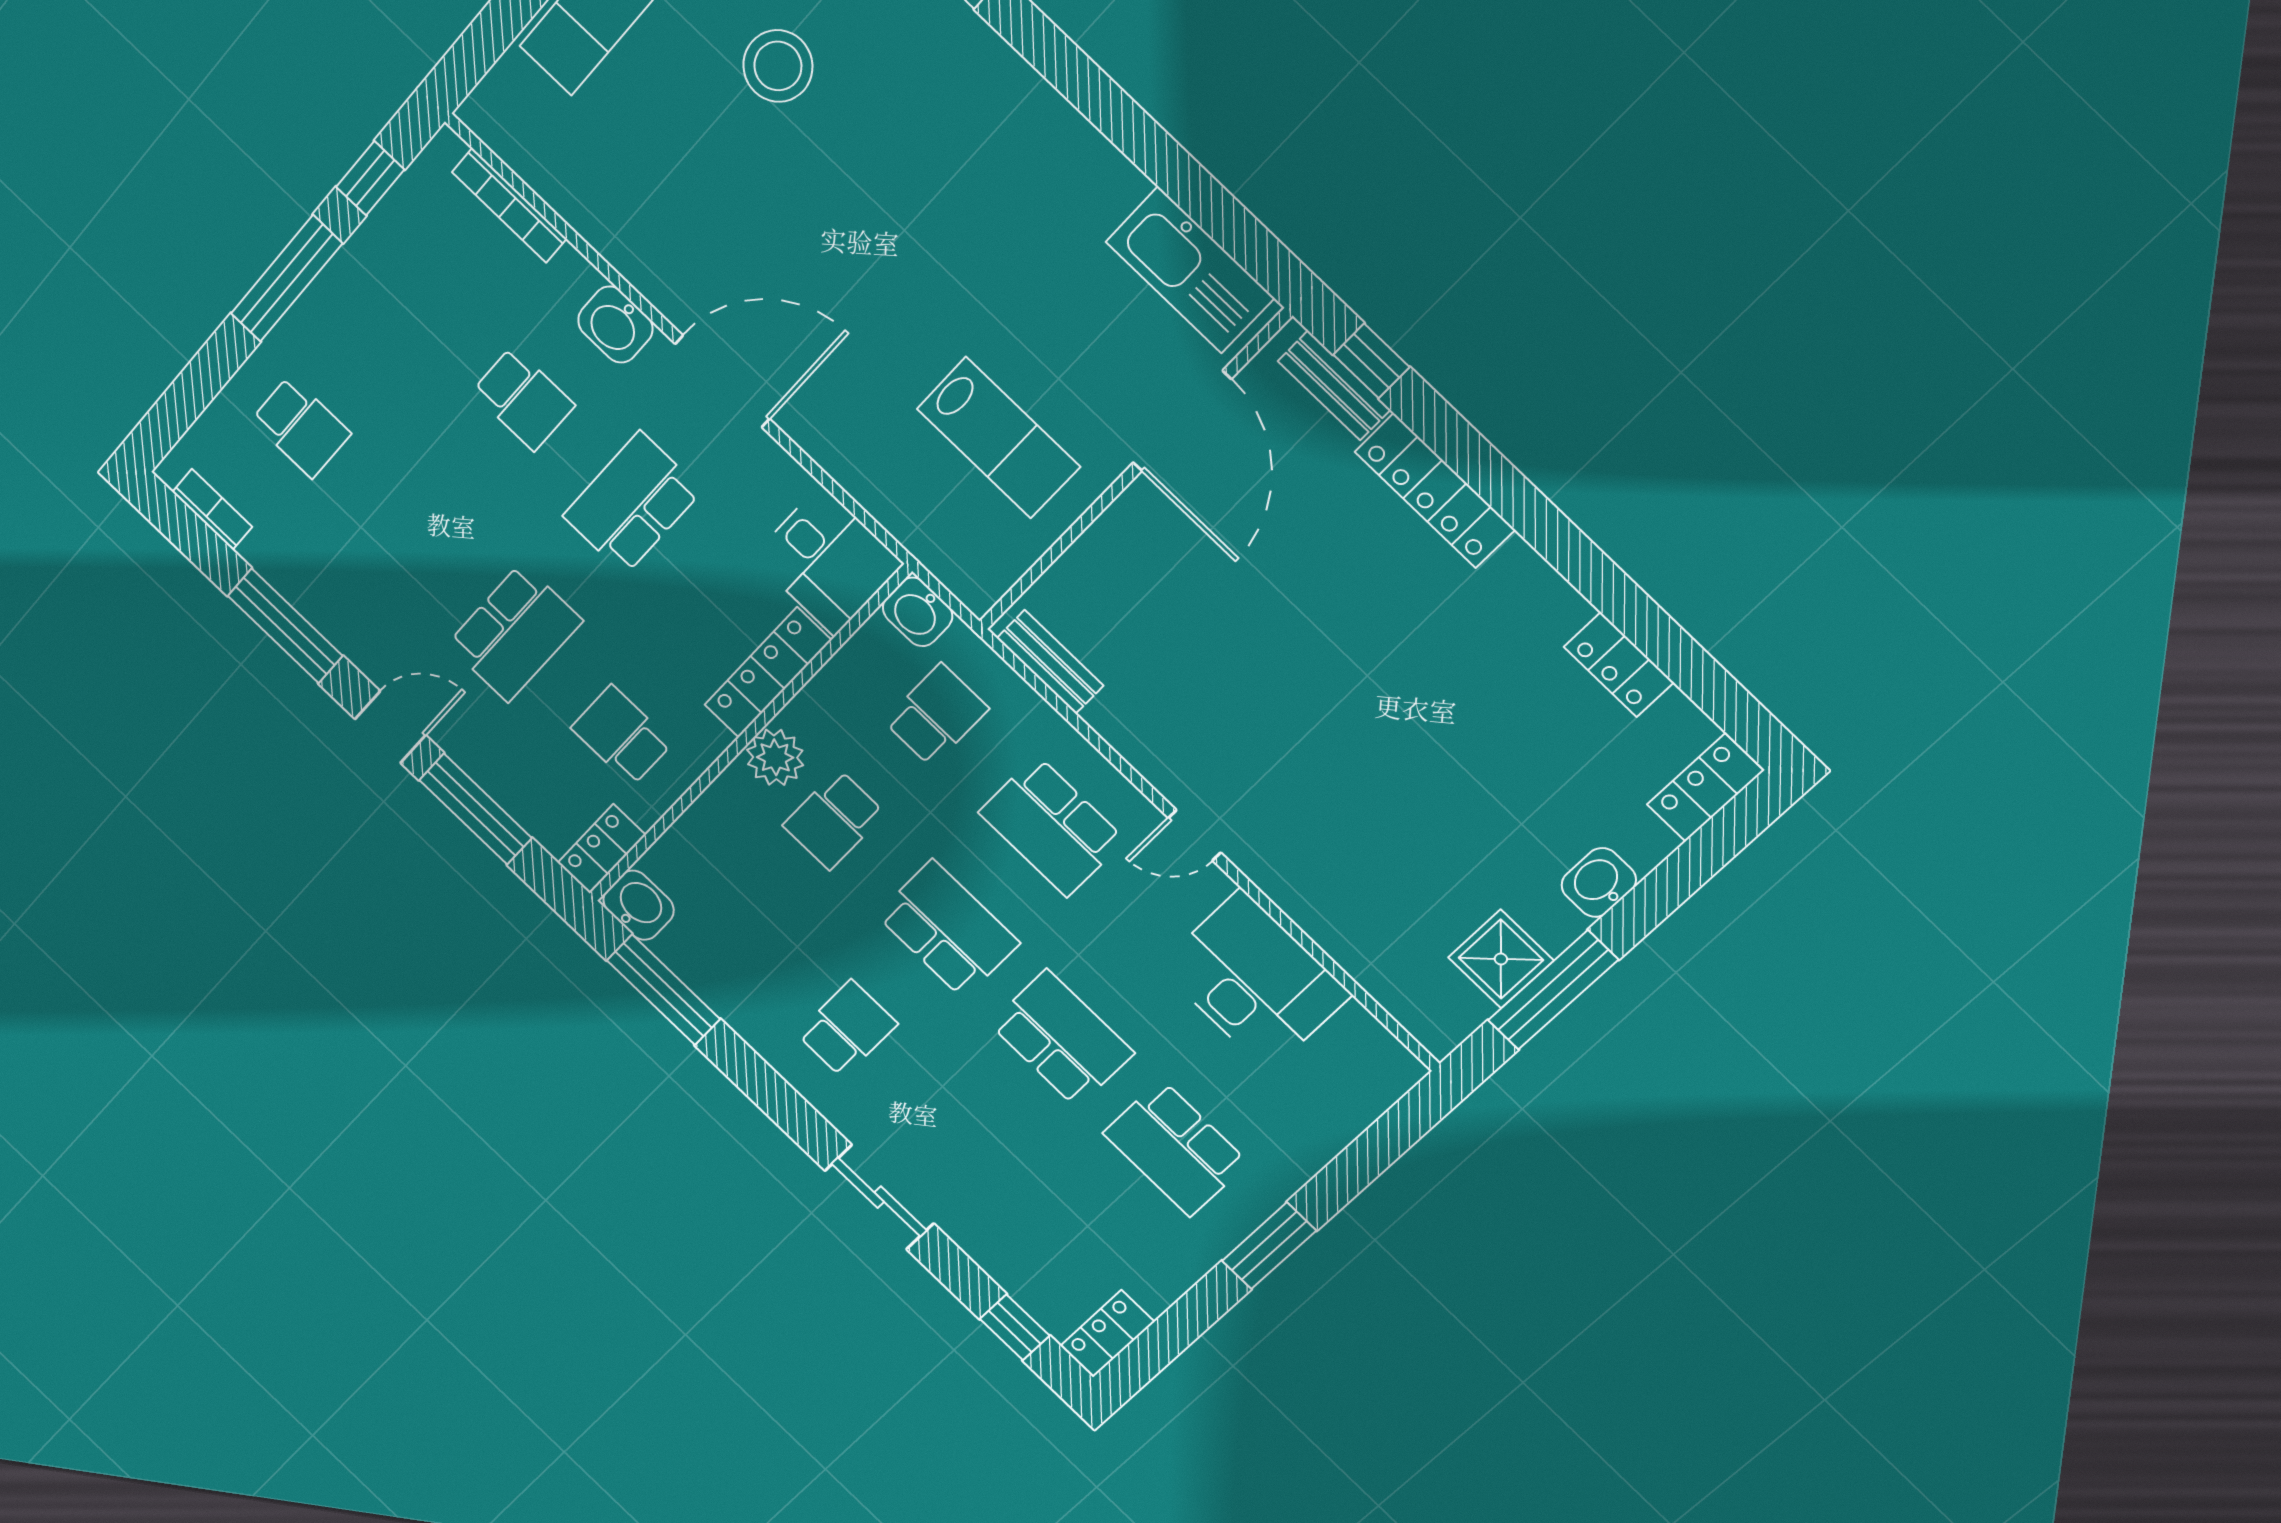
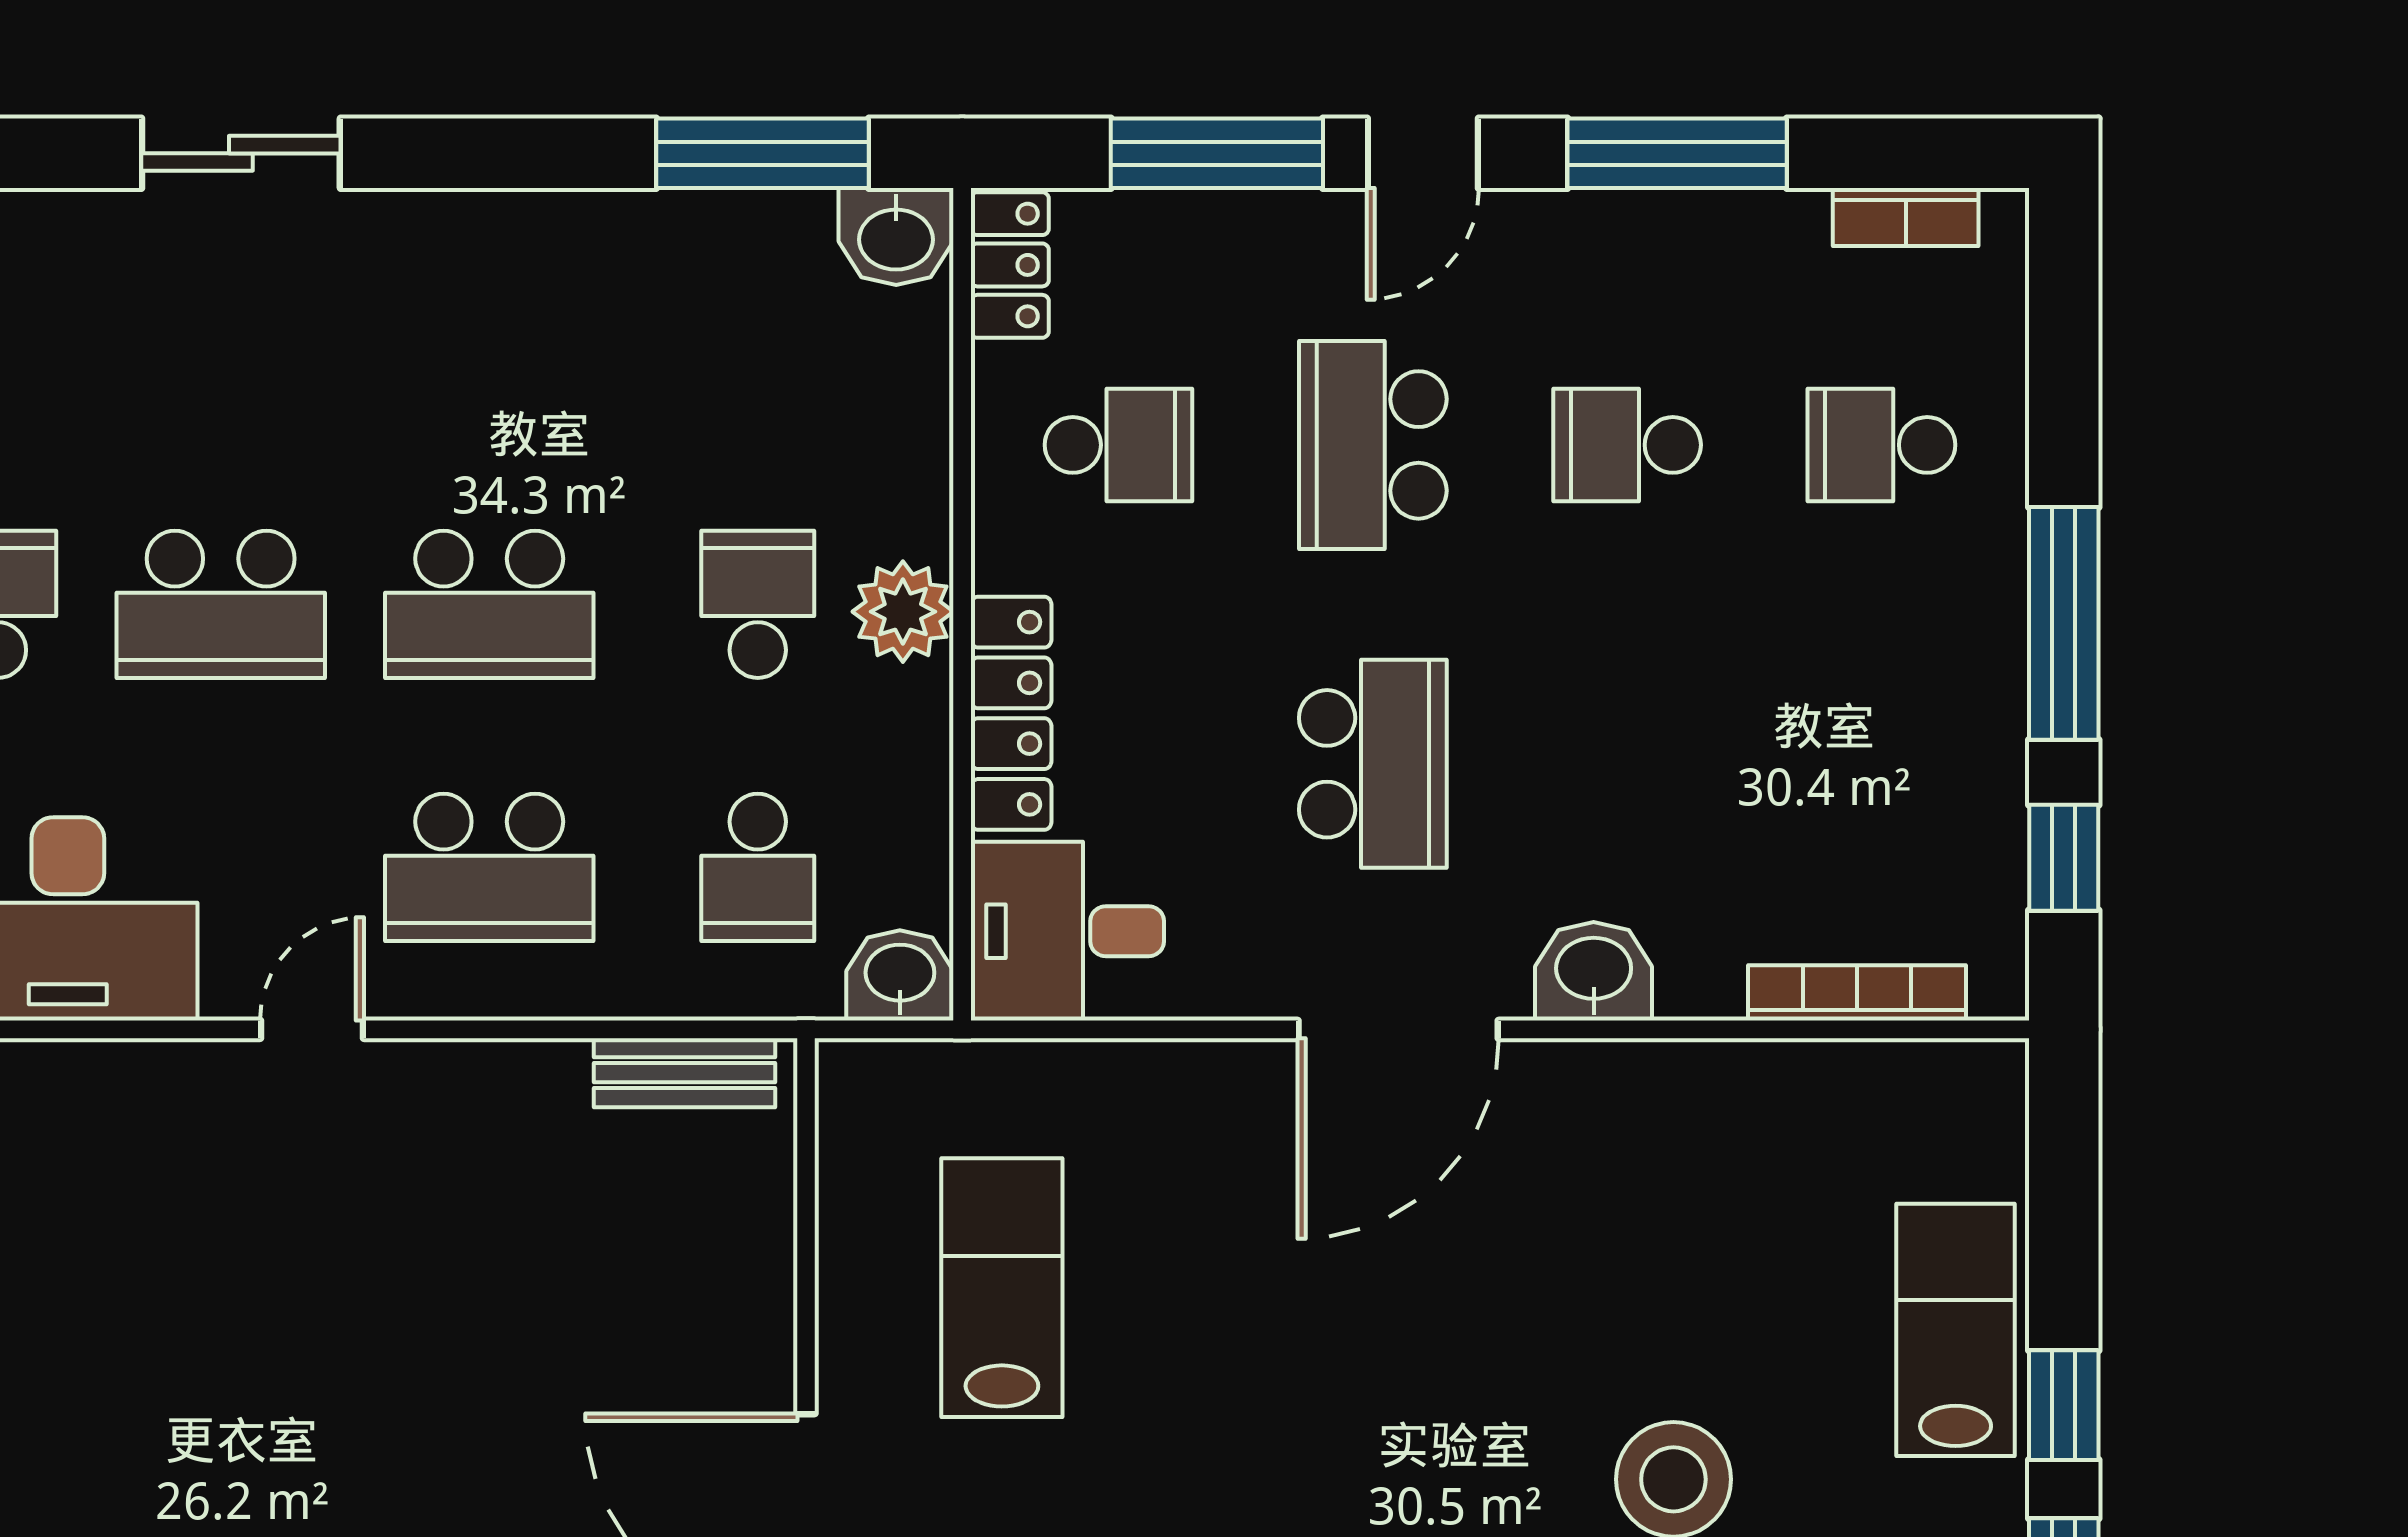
school desk: (523, 399) -> (1627, 445), moved
lab bench: (998, 438) -> (1002, 1288), turned 90
school desk: (1052, 826) -> (489, 867), turned 180
school desk: (847, 1029) -> (489, 341), removed

